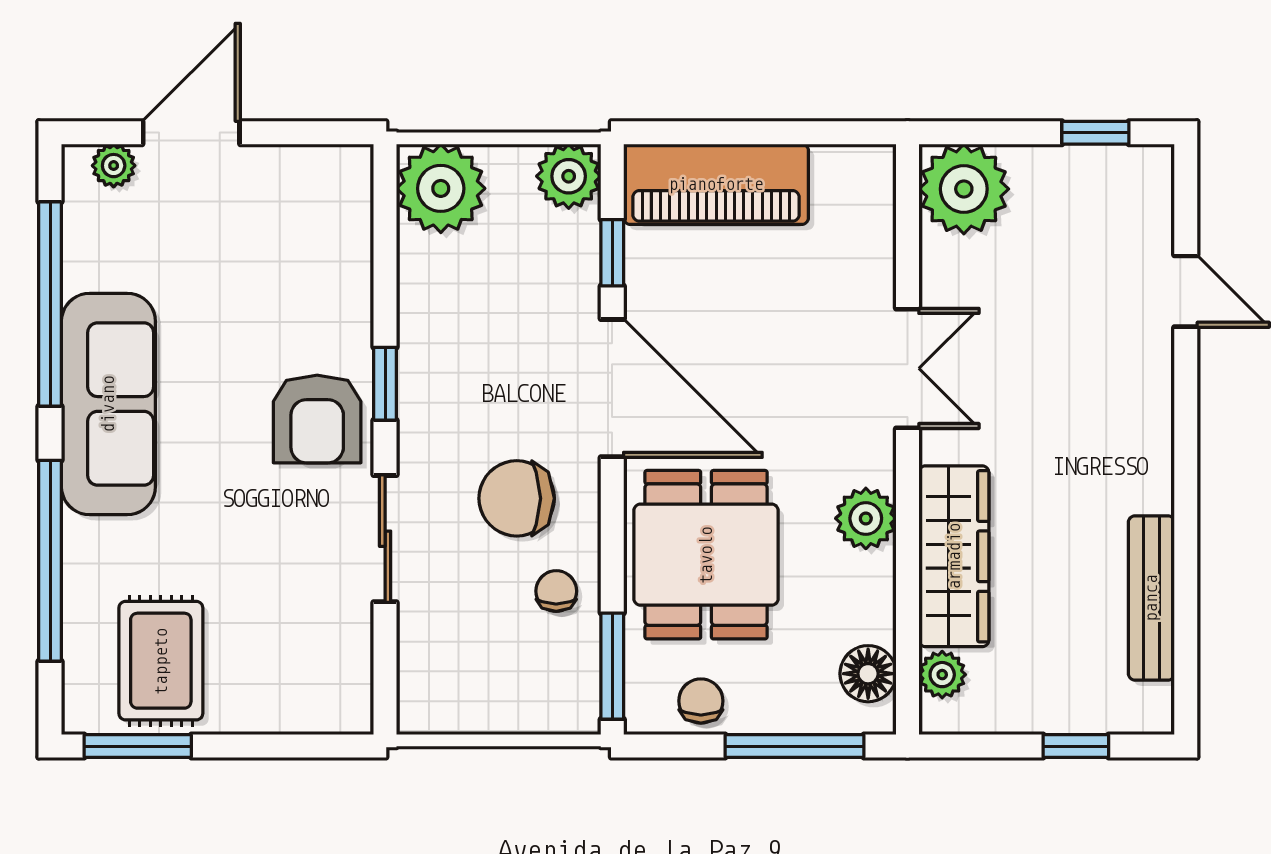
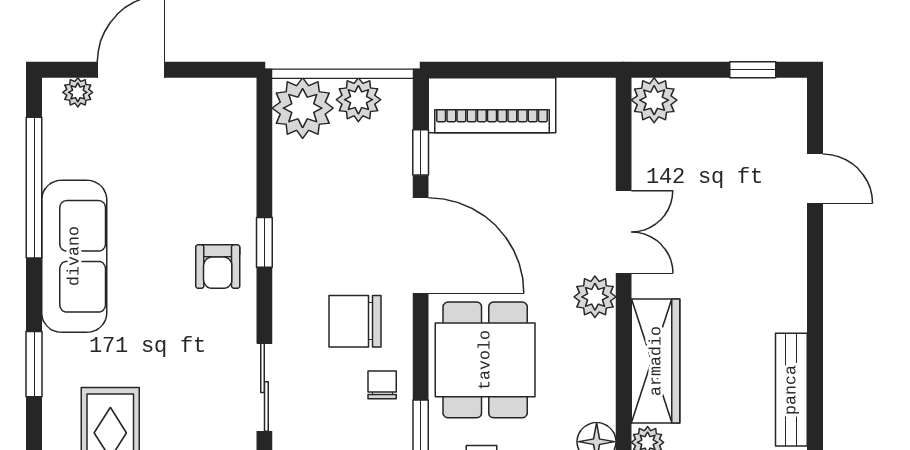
plant: (569, 176) -> (358, 100), moved
plant: (964, 189) -> (654, 100), width x0.73, depth x0.73
armchair: (317, 419) -> (218, 267), width x0.72, depth x0.72
plant: (866, 518) -> (595, 297), moved
sliding door: (385, 539) -> (264, 387), moved
window: (50, 561) -> (34, 364), width x0.47

